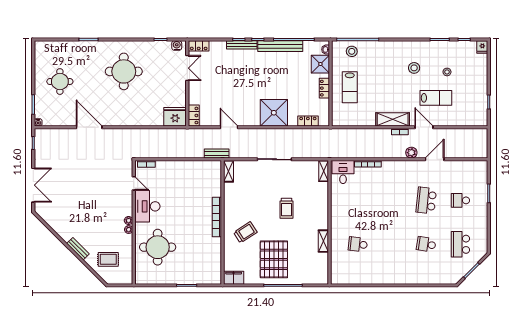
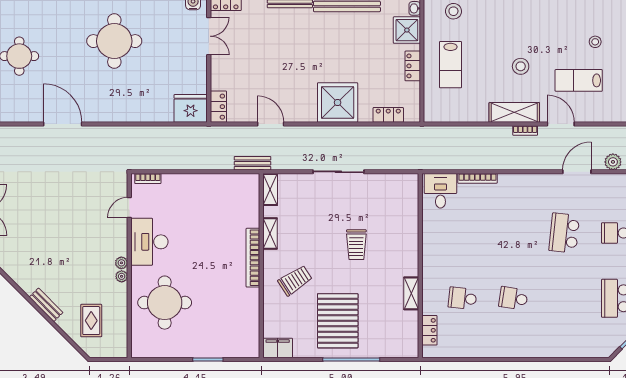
stool: (414, 68) -> (521, 66), moved
lab bench: (436, 98) -> (579, 80), turned 180
plant: (411, 153) -> (613, 162), moved
shelving: (324, 171) -> (270, 233), moved
door: (134, 183) -> (129, 208), swing flipped
school desk: (426, 244) -> (513, 298), moved
rug: (108, 259) -> (91, 321), turned 90
locker: (336, 266) -> (429, 330), added

